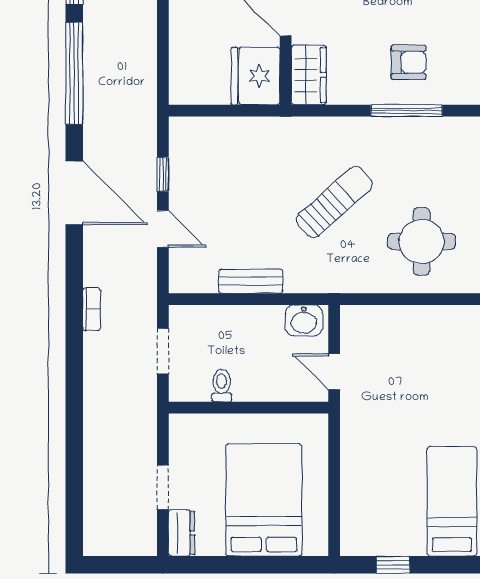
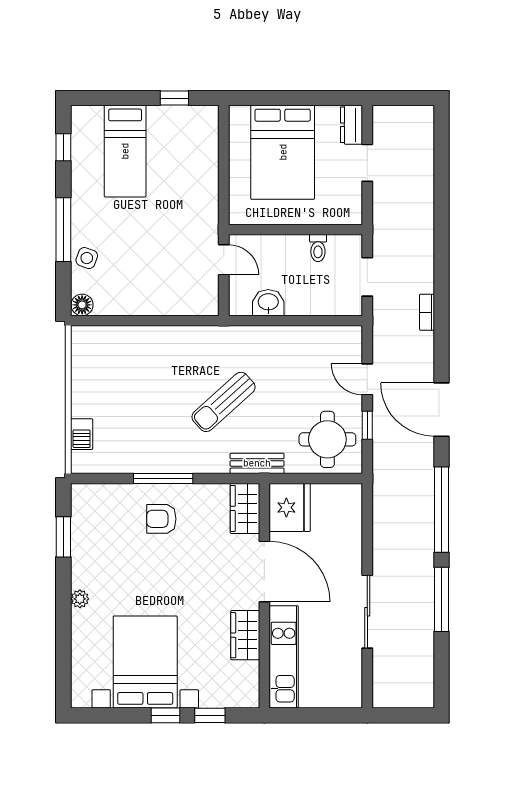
round table: (422, 241) -> (327, 439), moved
bench: (251, 281) -> (257, 463), moved
washbasin: (304, 321) -> (268, 303), moved

